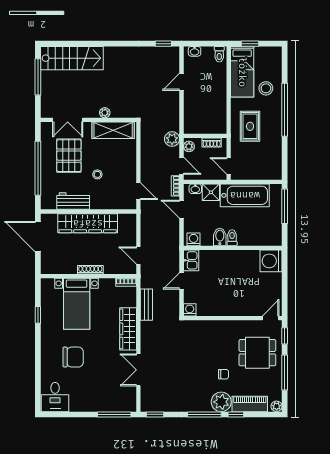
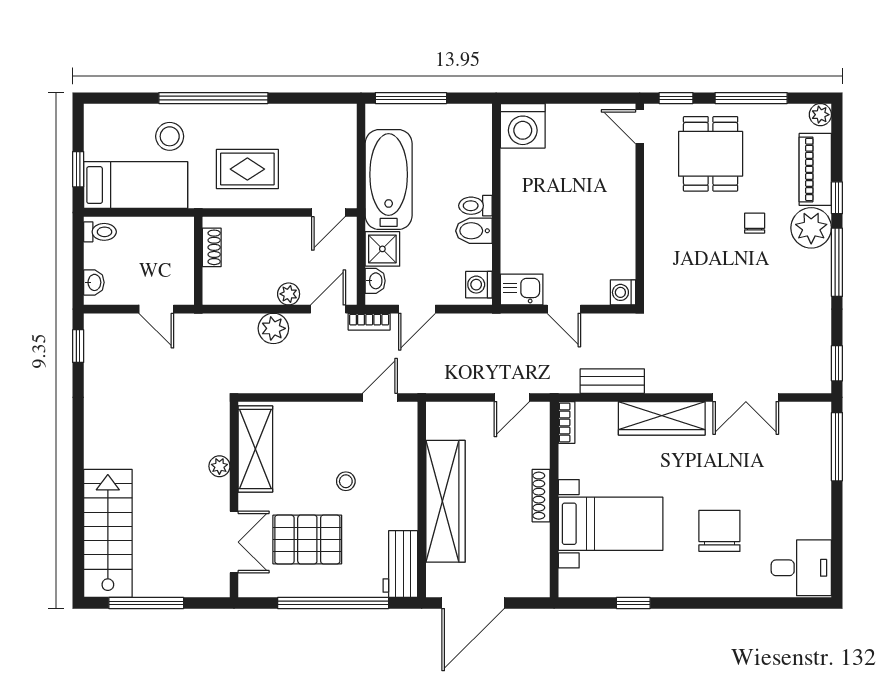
wall: (205, 136) -> (198, 261), moved
shoe rack: (212, 143) -> (212, 247), moved
workbench: (73, 201) -> (400, 564), moved

